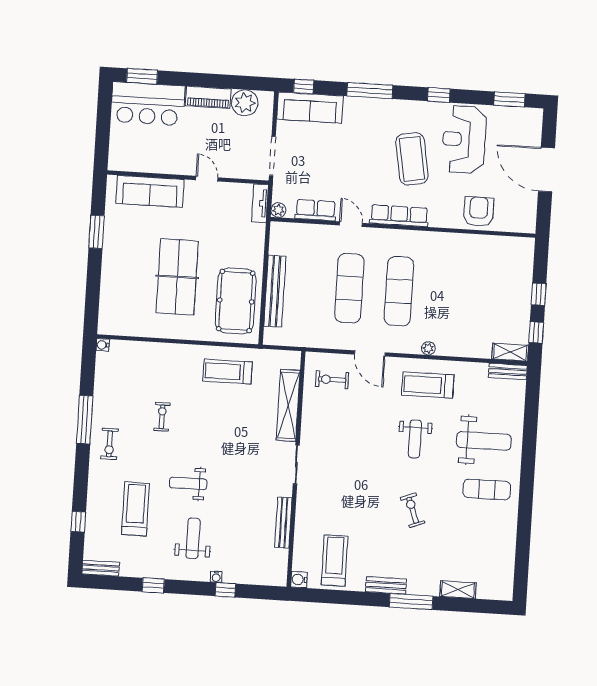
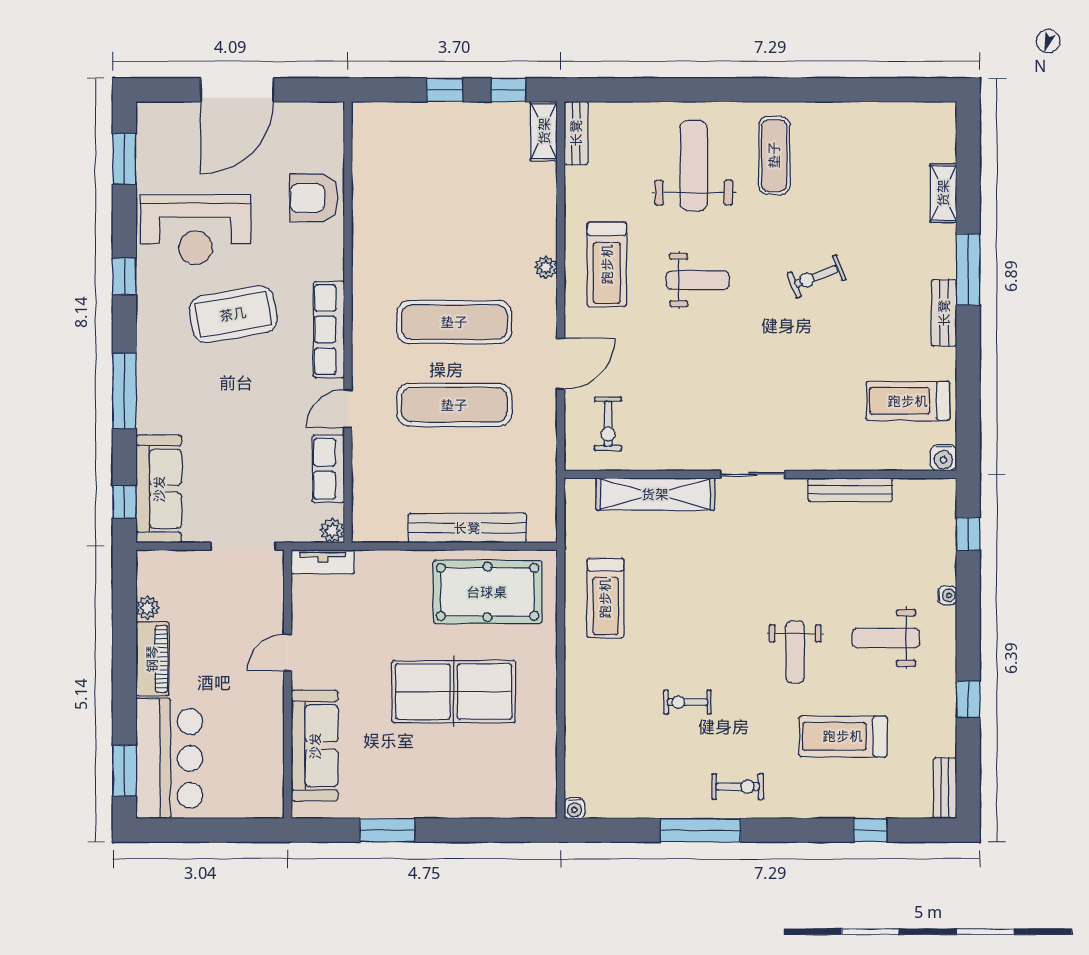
plant: (245, 103) -> (147, 608), width x0.53, depth x0.53
window: (225, 590) -> (968, 534), moved

